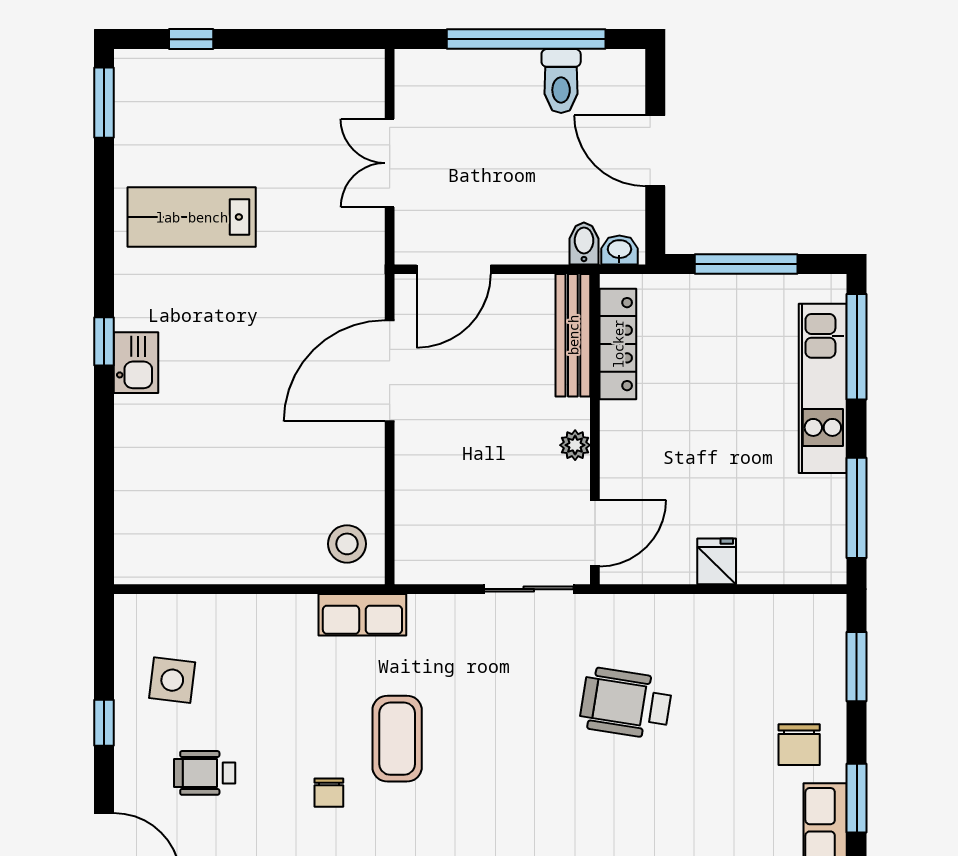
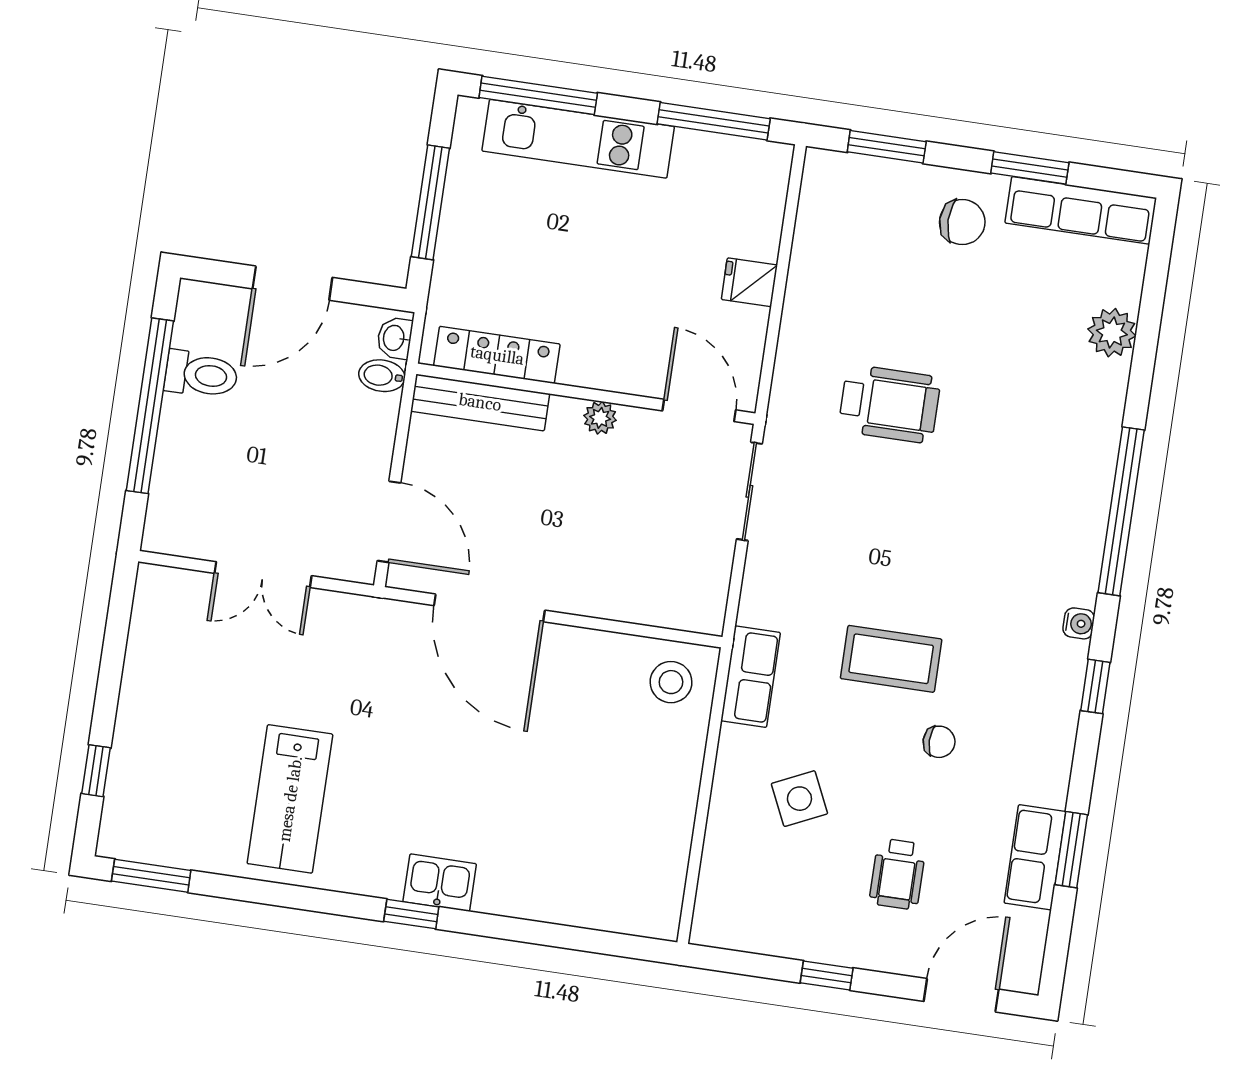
side table: (172, 680) -> (799, 799), moved, turned -32
wheelchair: (626, 703) -> (889, 404), turned -99

